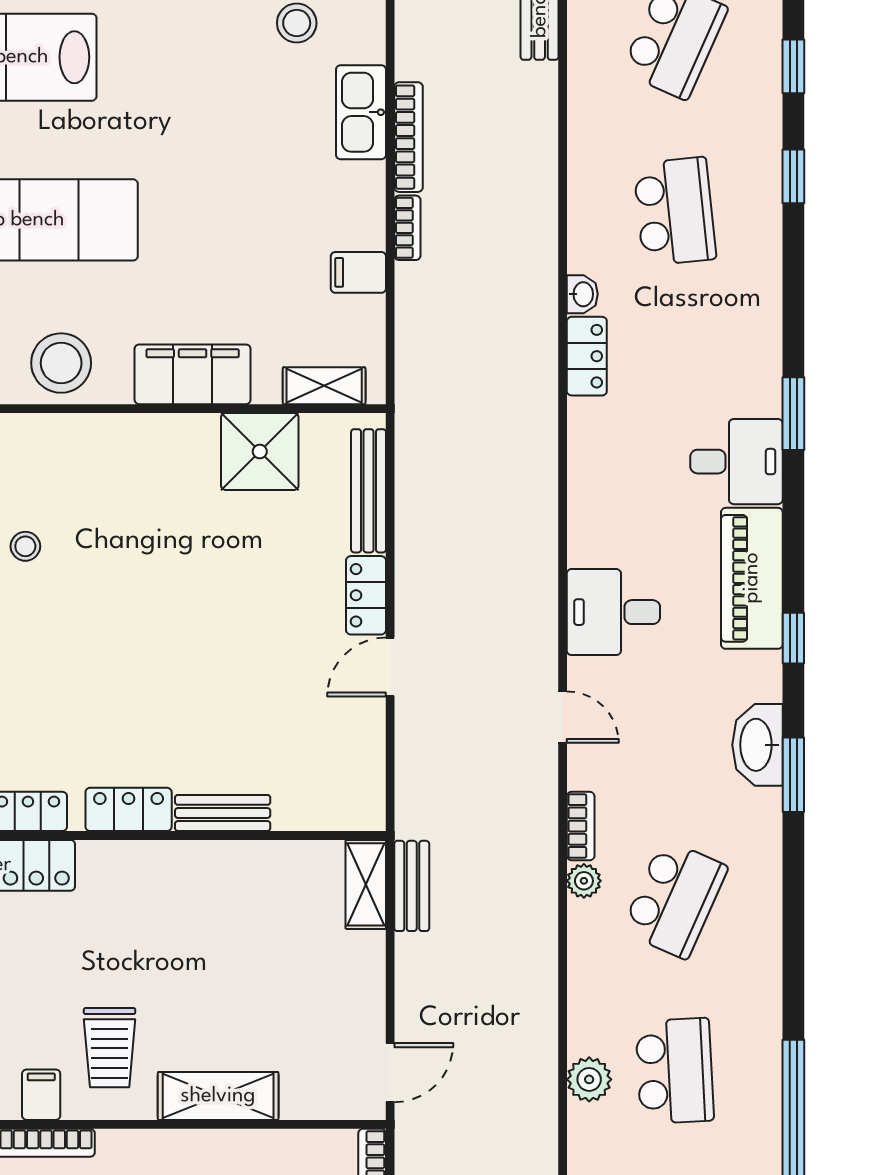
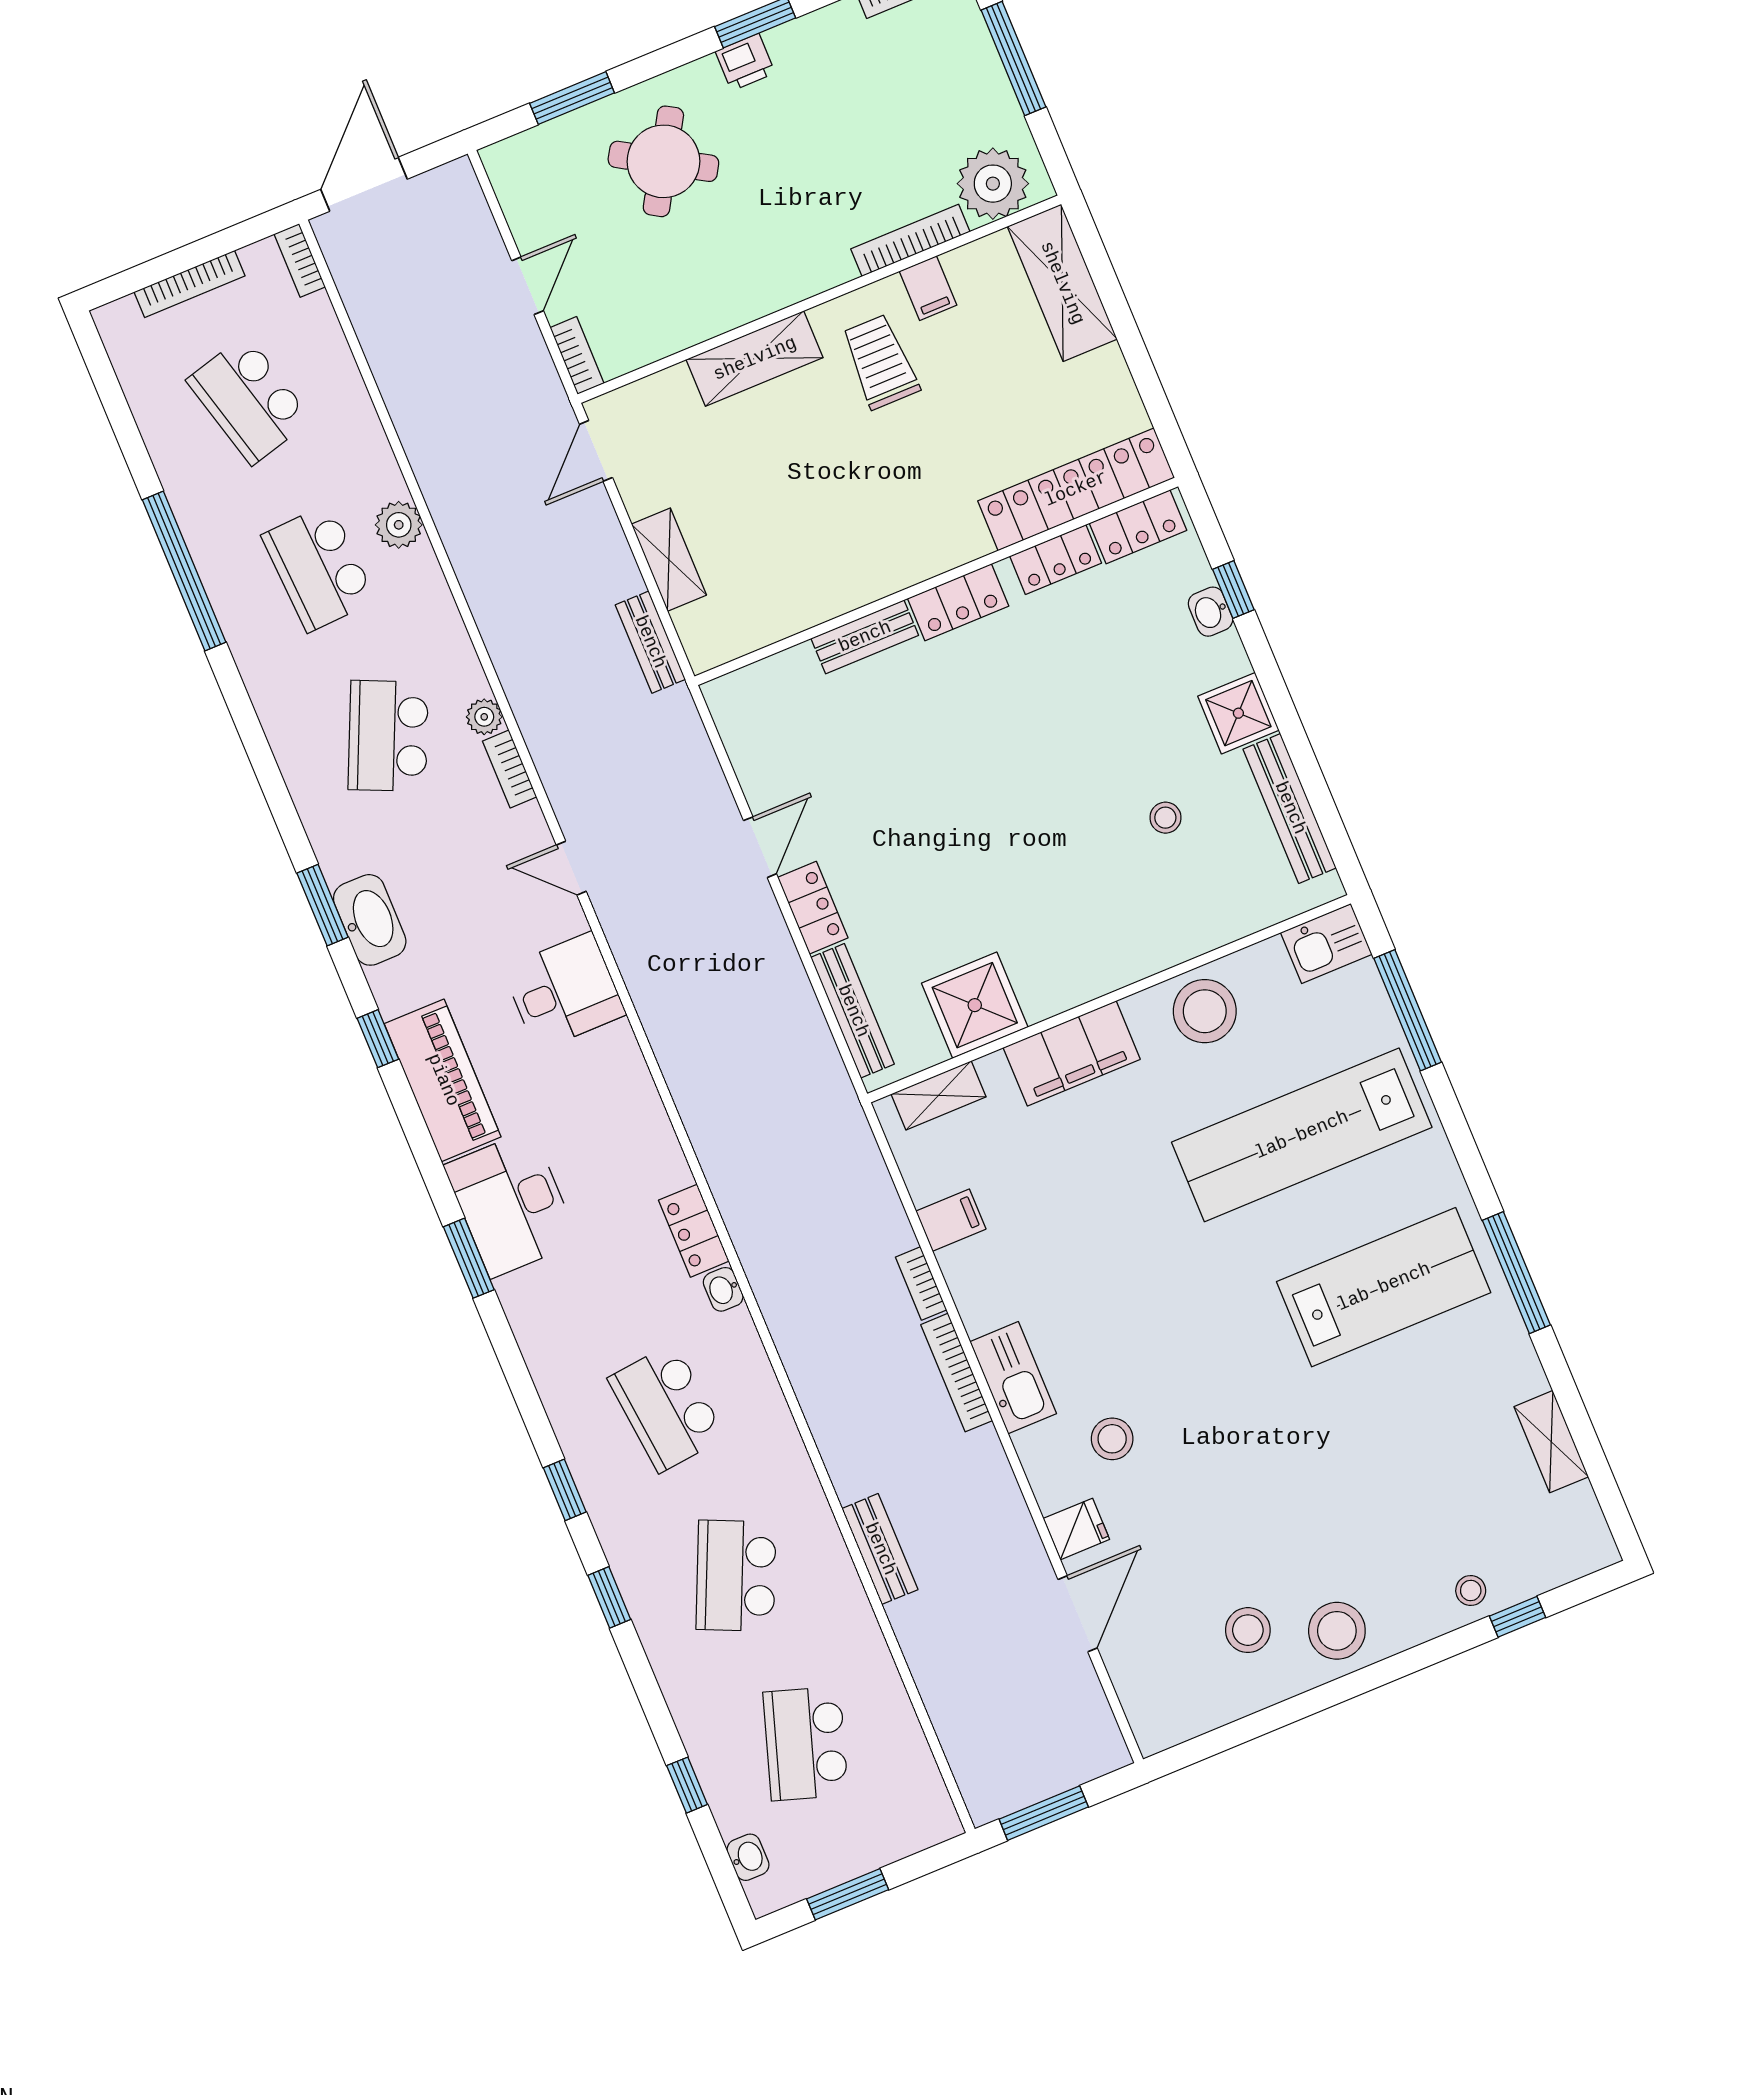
desk: (736, 462) -> (511, 1204), width x1.37
shelving: (366, 884) -> (669, 560), moved

